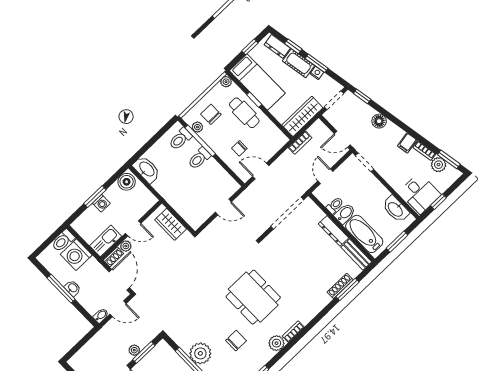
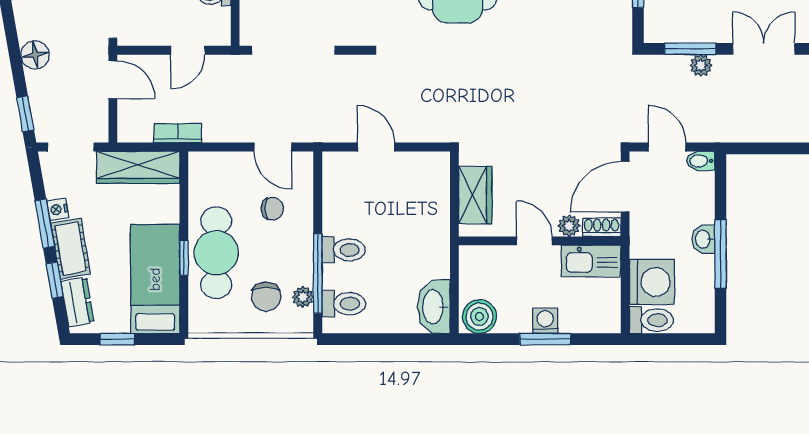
plant: (226, 82) -> (199, 322), removed
cafe table: (244, 113) -> (216, 253), width x1.37, depth x1.35

